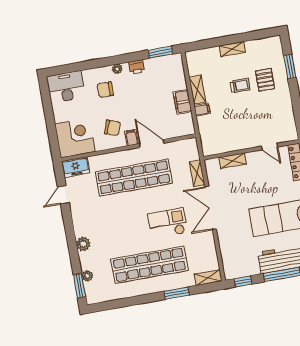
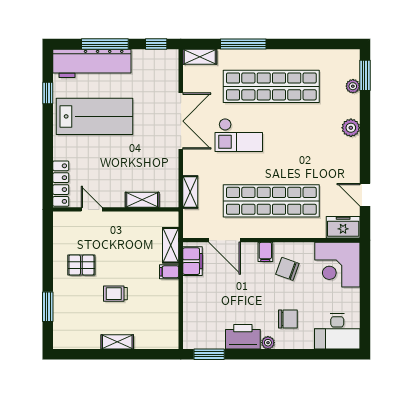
printer: (137, 67) -> (243, 337), width x1.87, depth x1.48
pallet: (265, 80) -> (81, 265), moved, turned 90
shelving: (197, 90) -> (171, 245), moved
filing cabinet: (182, 102) -> (193, 261), moved
door: (152, 143) -> (225, 240), moved
door: (63, 195) -> (365, 195), swing flipped
double door: (211, 208) -> (181, 121), moved
window: (177, 293) -> (243, 44), width x1.44

